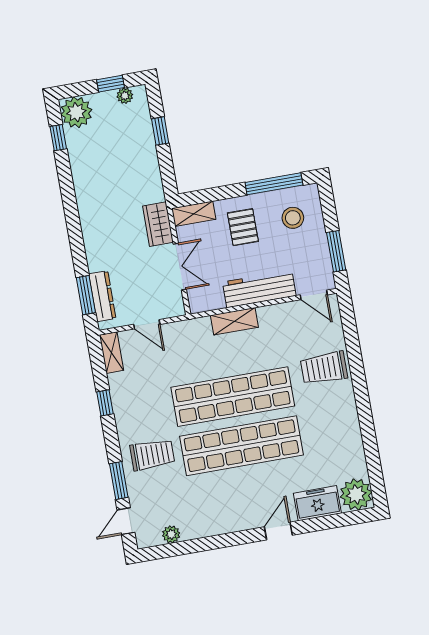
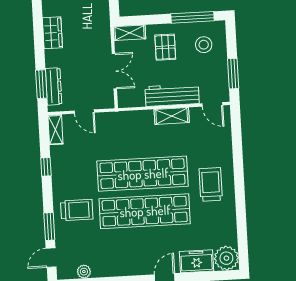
wardrobe: (158, 224) -> (52, 33), moved, turned 180
shelving: (234, 321) -> (172, 116), moved
trolley: (324, 368) -> (211, 185), moved, turned 90

